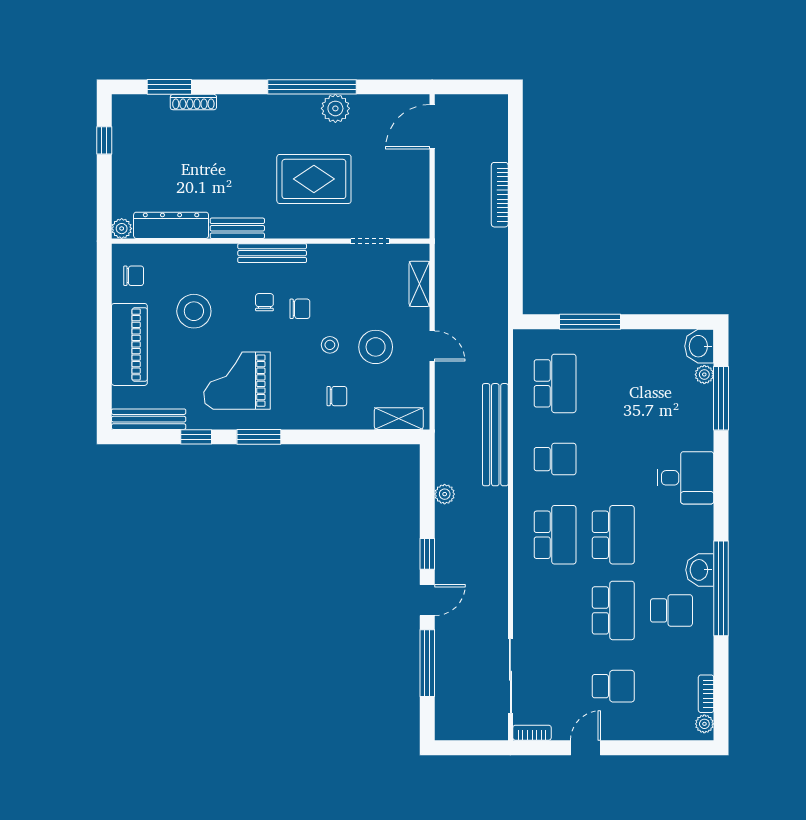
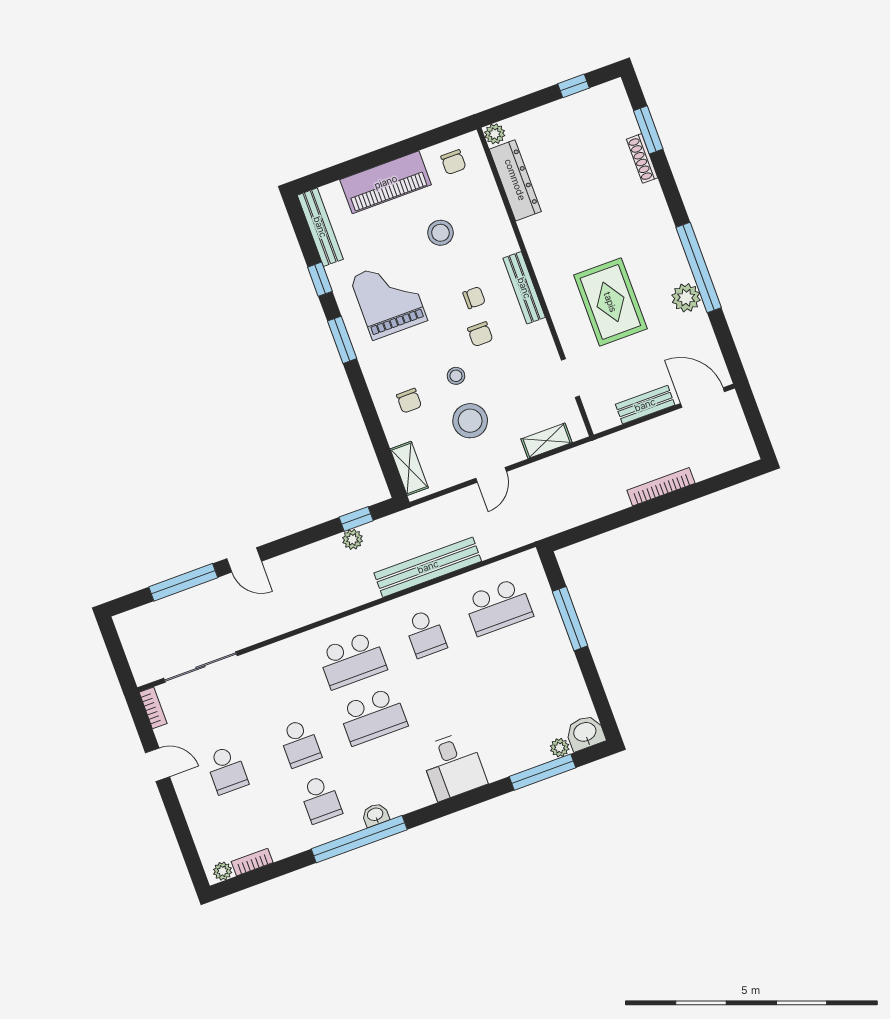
bench: (237, 228) -> (645, 405), moved, turned 90
stool: (194, 311) -> (440, 233), width x0.73, depth x0.73
window: (427, 554) -> (356, 519), moved
washbasin: (700, 570) -> (375, 815), width x0.72, depth x0.69
school desk: (613, 610) -> (300, 743), width x0.54

